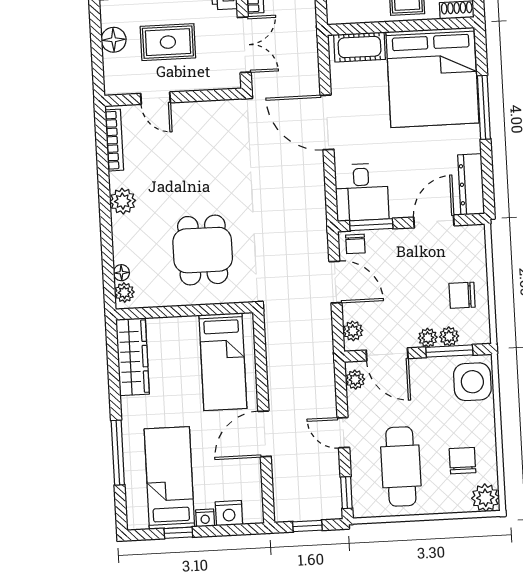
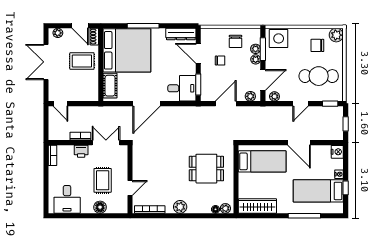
chair: (355, 244) -> (220, 61), moved
nightstand: (229, 513) -> (337, 152), moved

